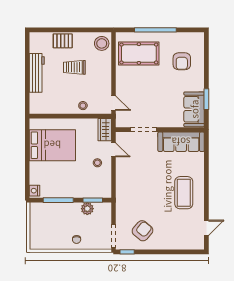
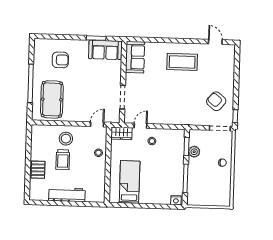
stool: (102, 43) -> (66, 139), moved
sofa: (181, 142) -> (135, 57), width x0.73
bed: (52, 145) -> (130, 182), width x0.67

